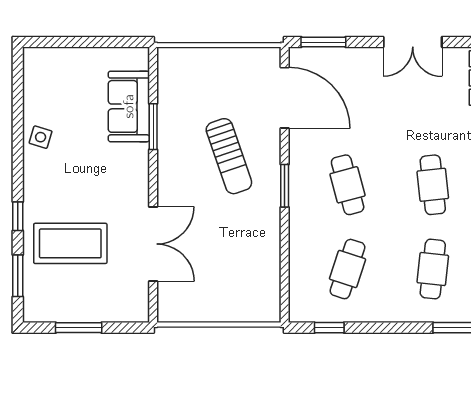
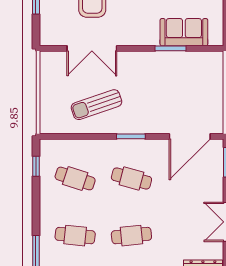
sun lounger: (229, 156) -> (96, 105), moved
cafe table: (348, 185) -> (131, 178), turned 30

